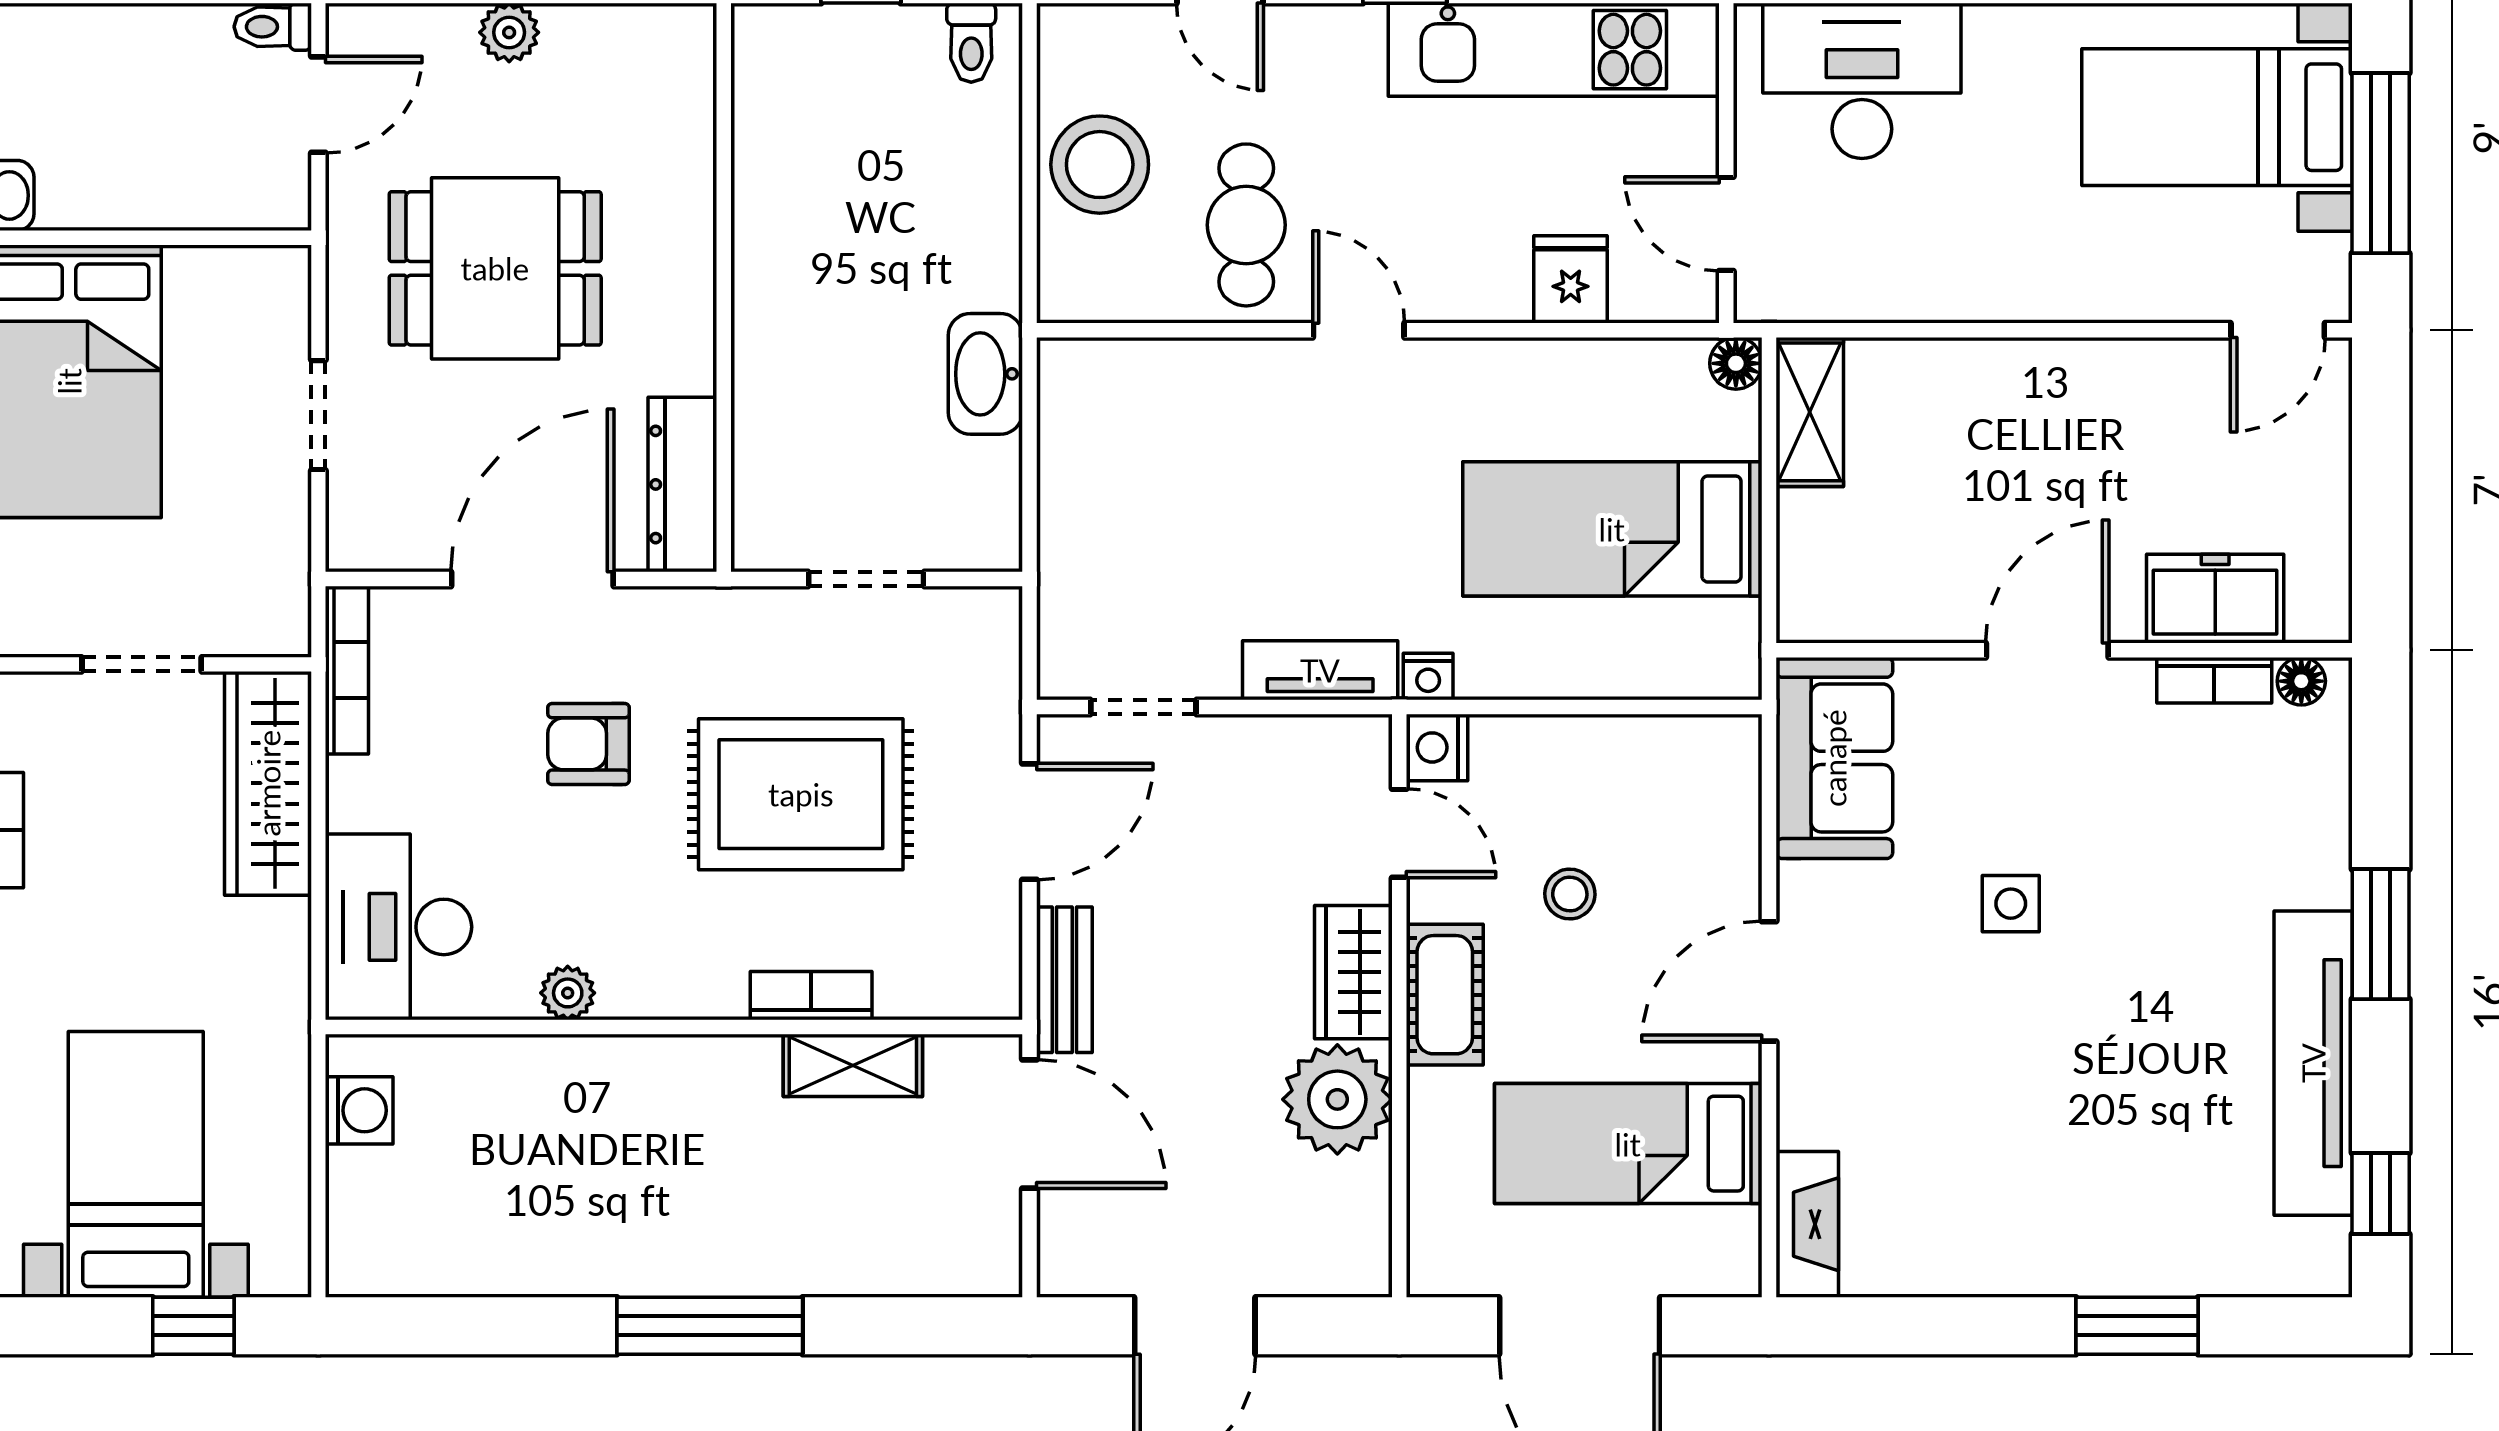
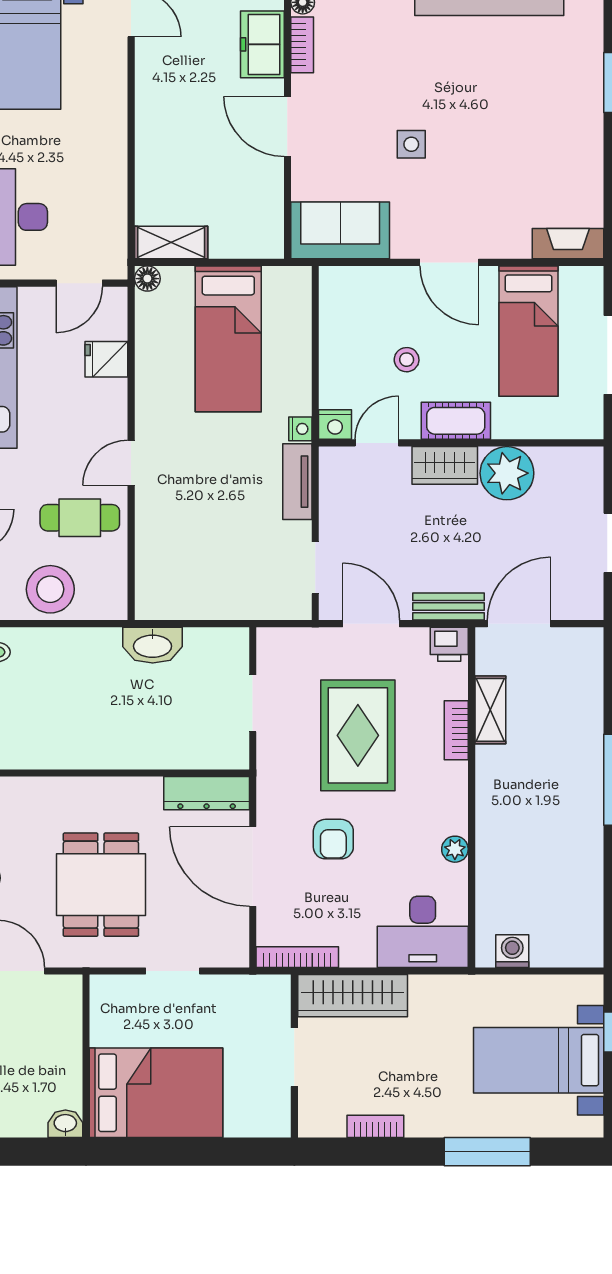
printer: (987, 981) -> (449, 644), added

